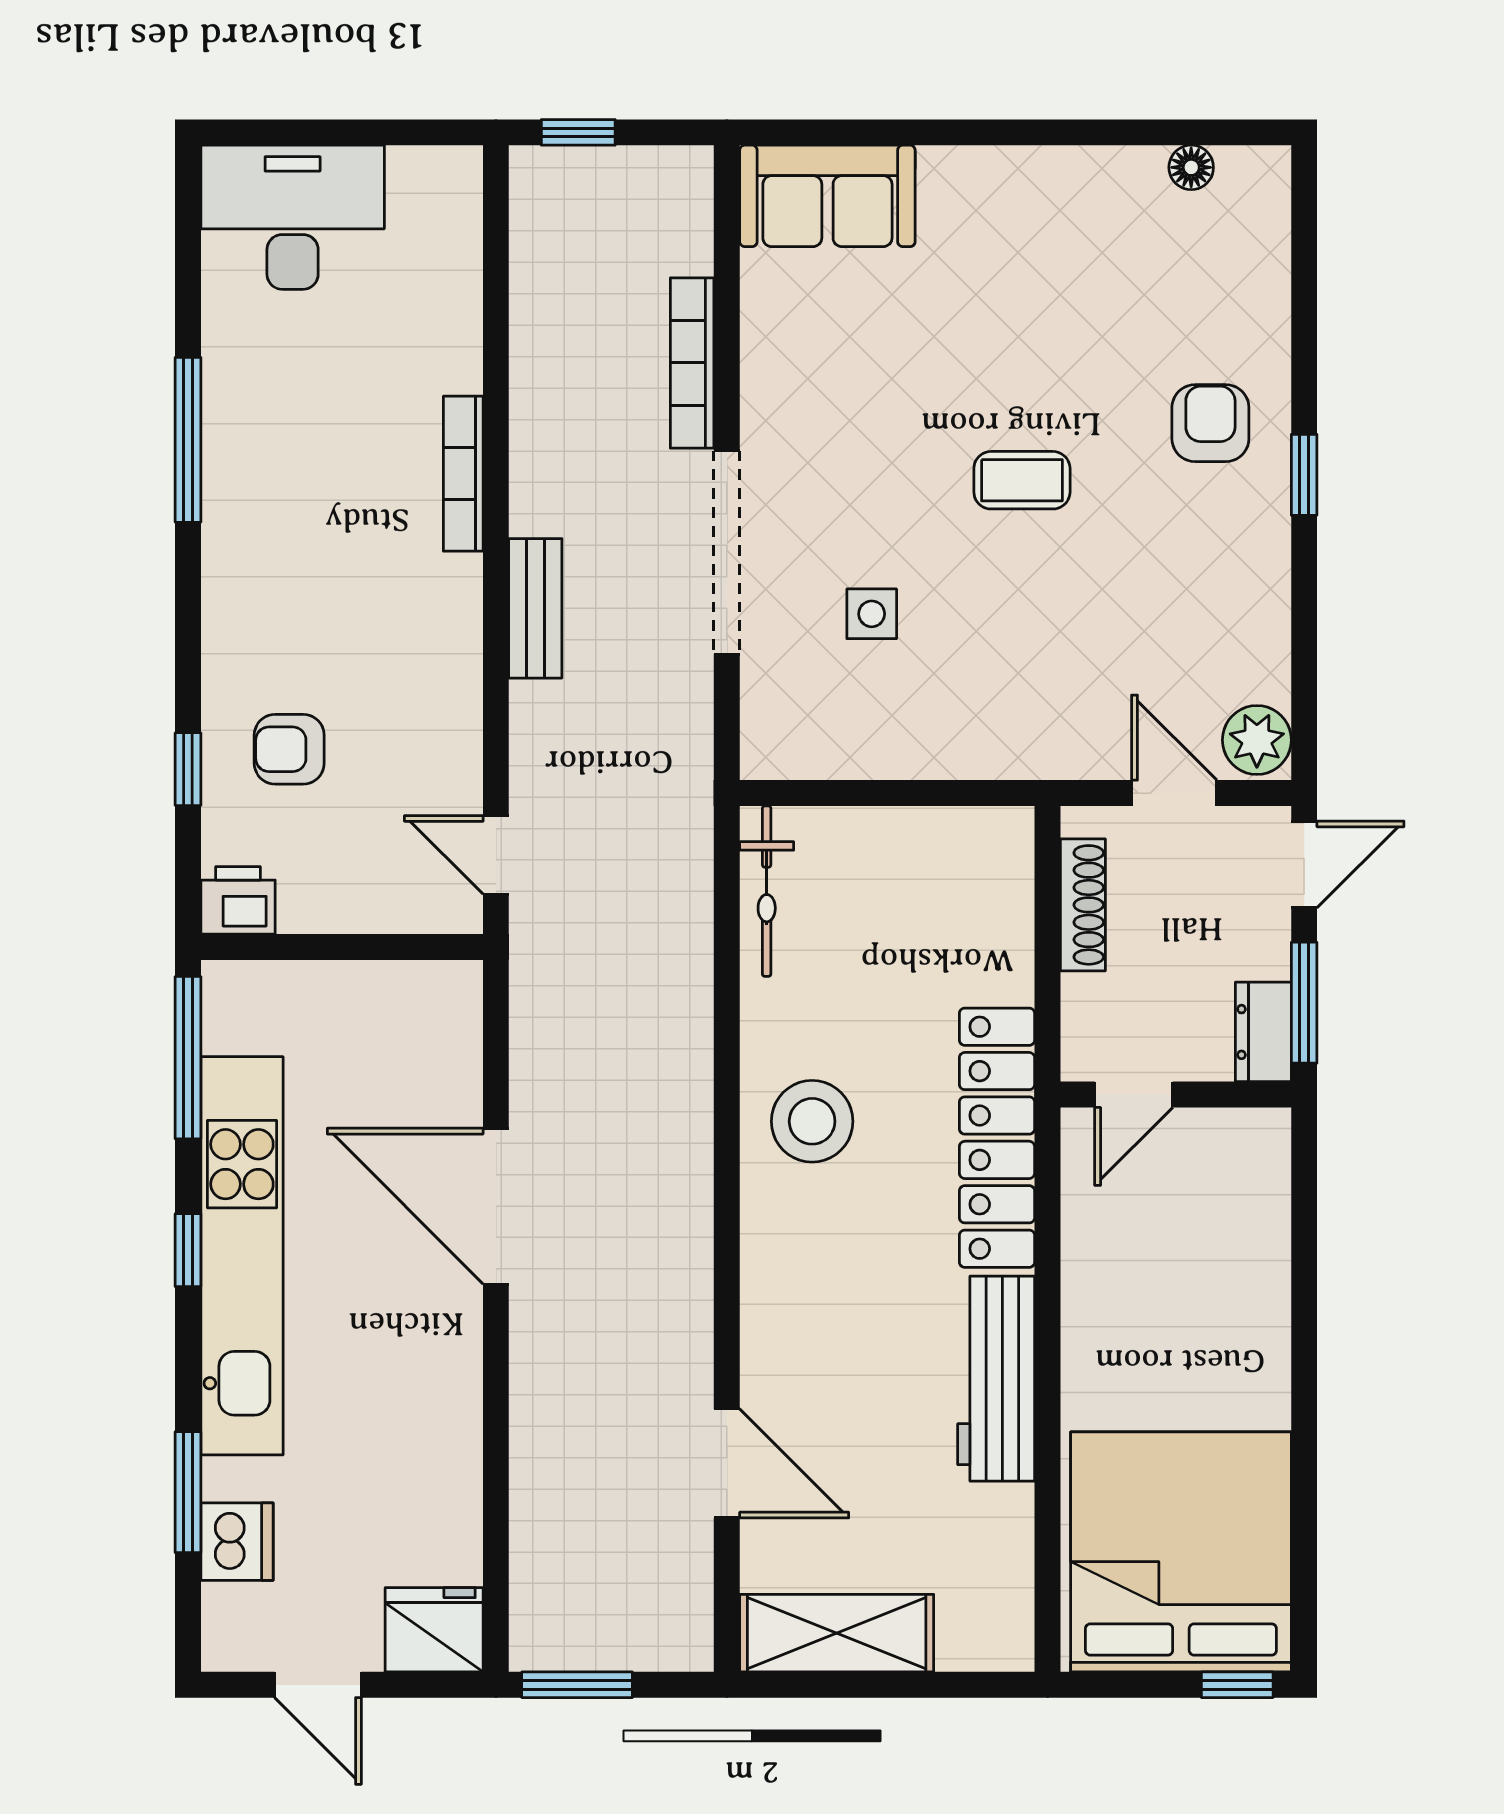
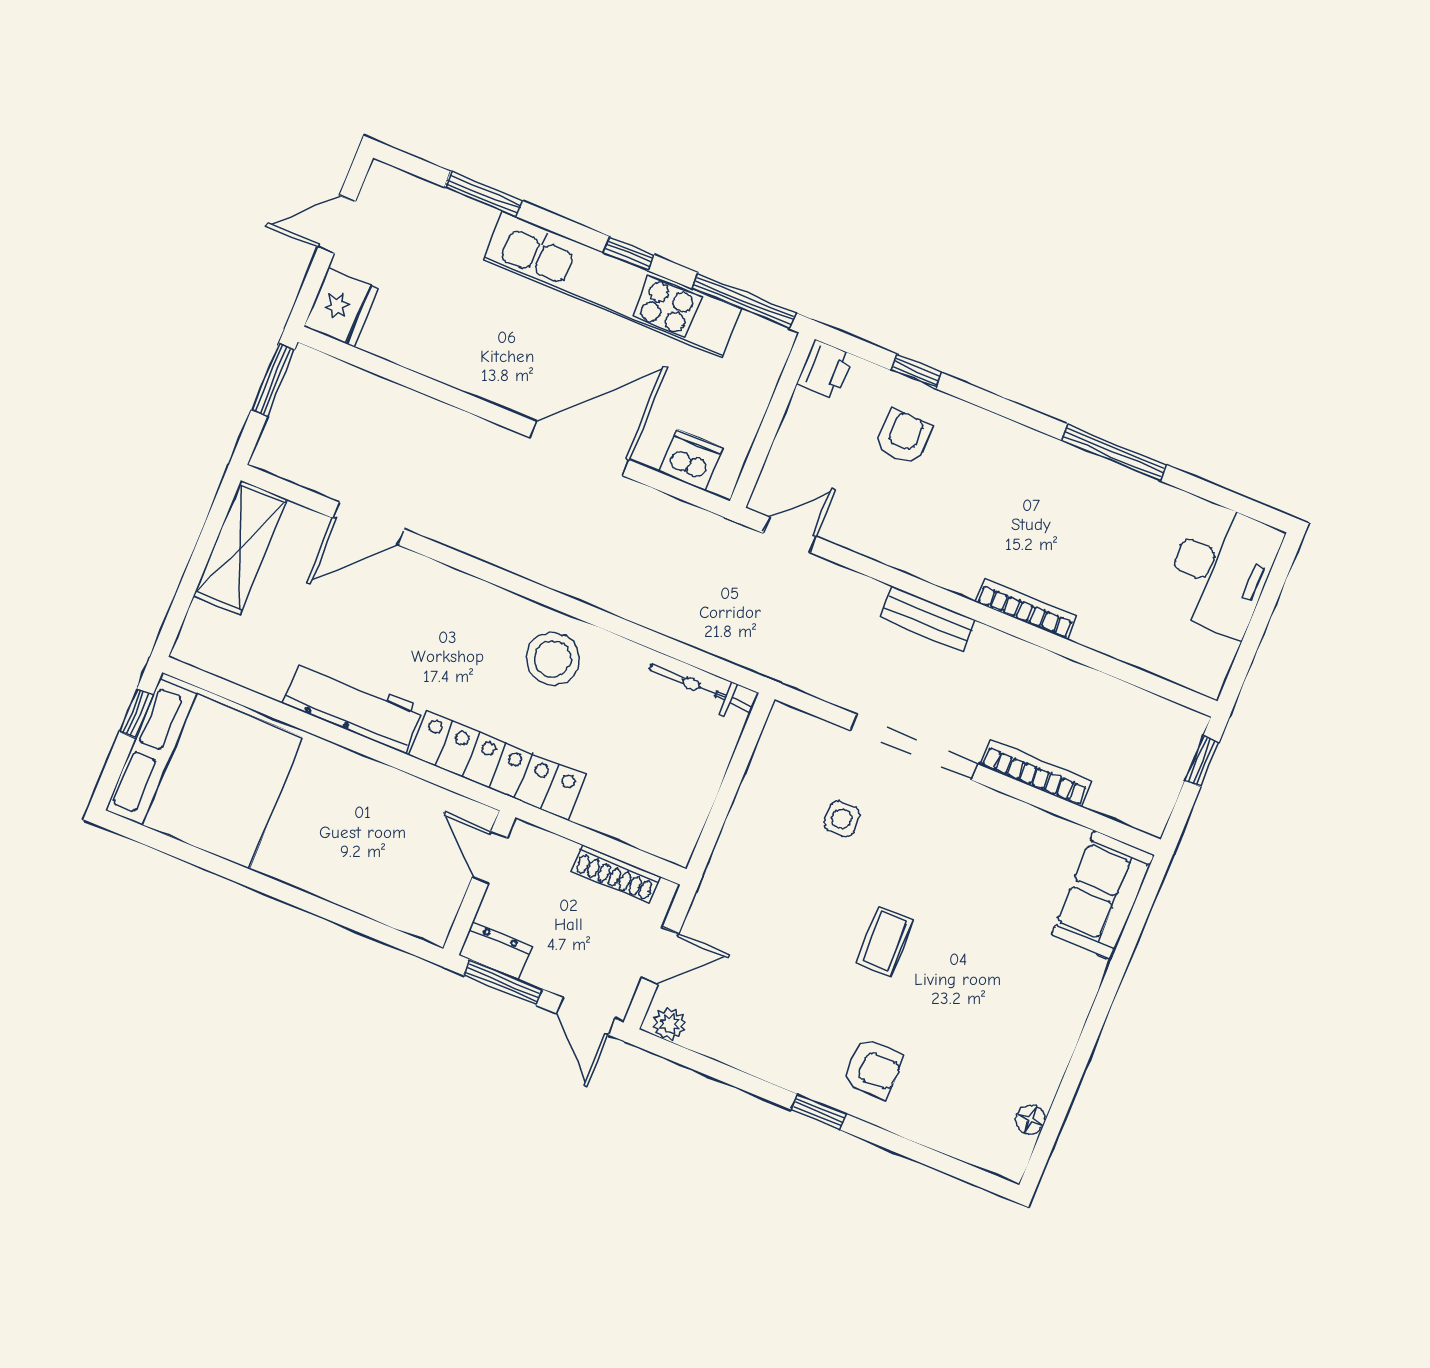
plant: (1257, 740) -> (669, 1024), width x0.73, depth x0.73
dishwasher: (237, 1542) -> (691, 460), moved, turned 180
window: (1237, 1685) -> (136, 713), moved

